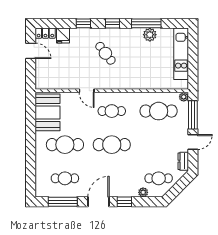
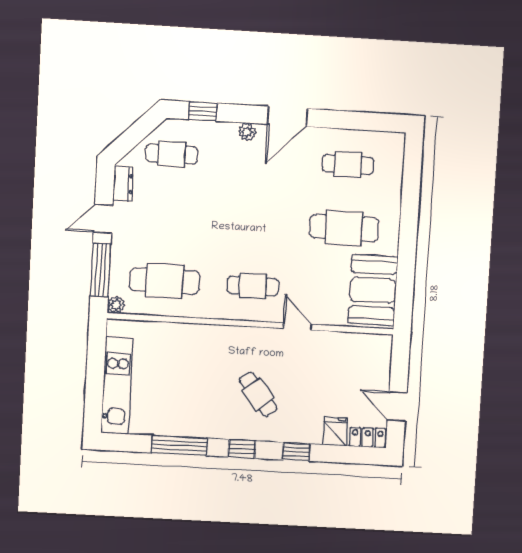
plant: (150, 35) -> (174, 424), removed
cafe table: (112, 145) -> (256, 223), removed
plant: (143, 192) -> (247, 132), moved
window: (63, 202) -> (355, 121), removed
window: (124, 202) -> (203, 111), moved

